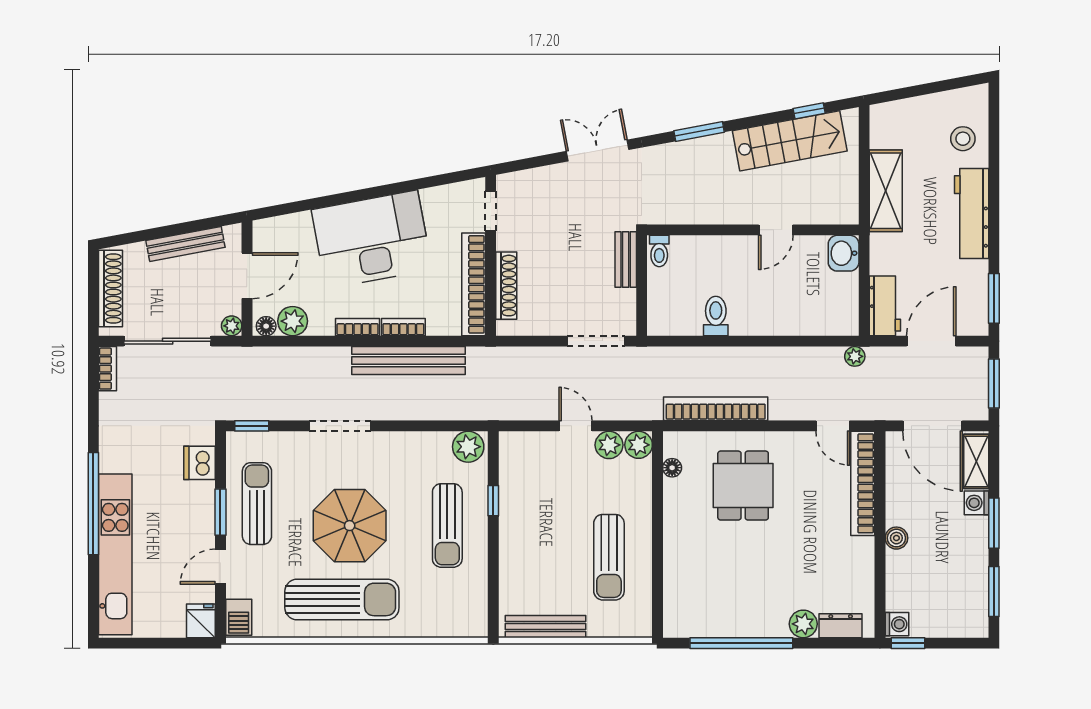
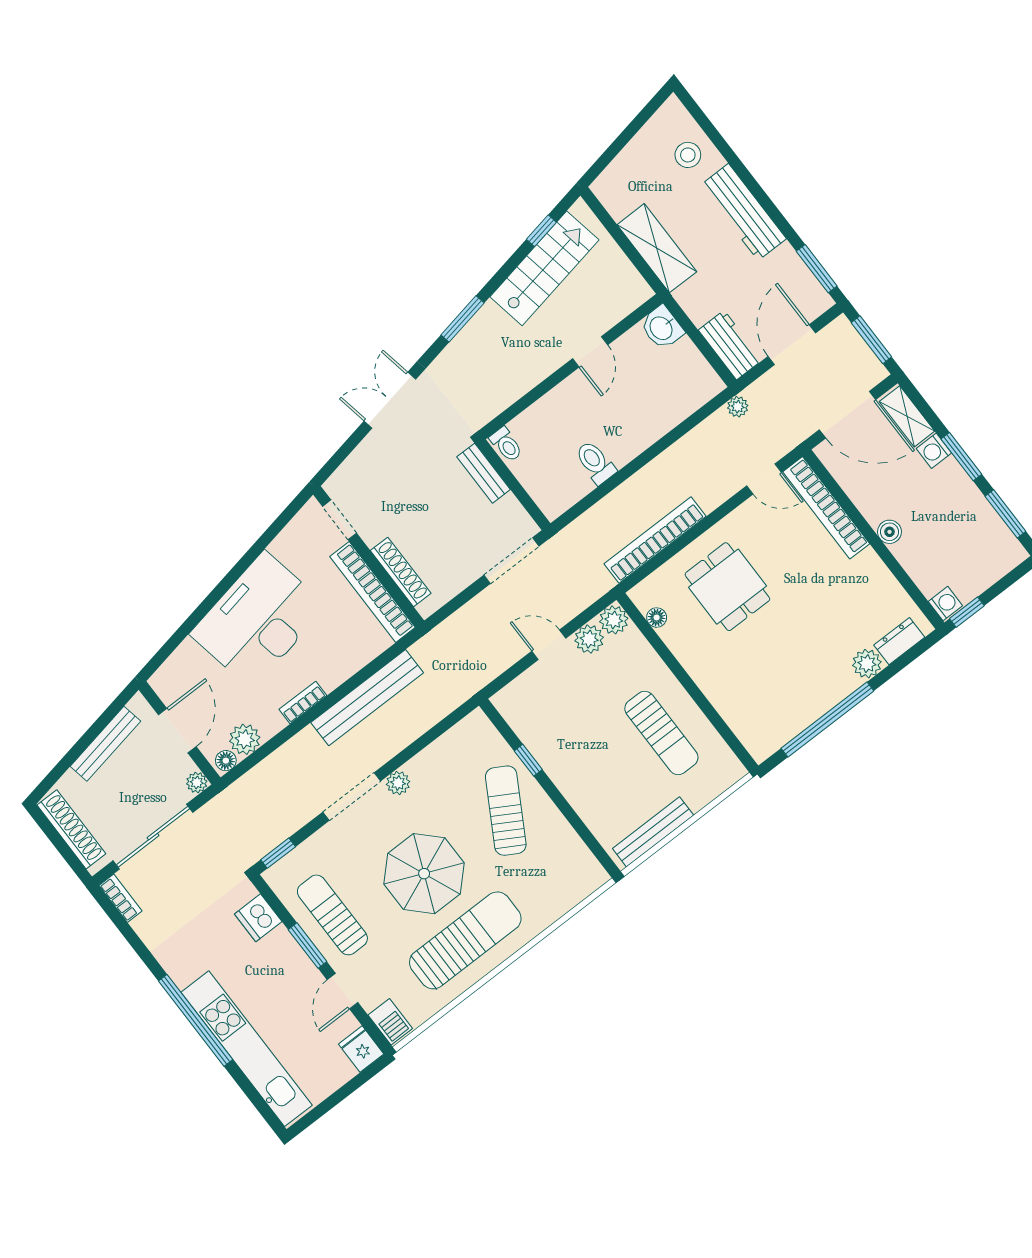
bookcase: (403, 327) -> (341, 673), removed
plant: (468, 447) -> (398, 783), moved, width x0.73, depth x0.73
sun lounger: (447, 525) -> (506, 811), turned -150

